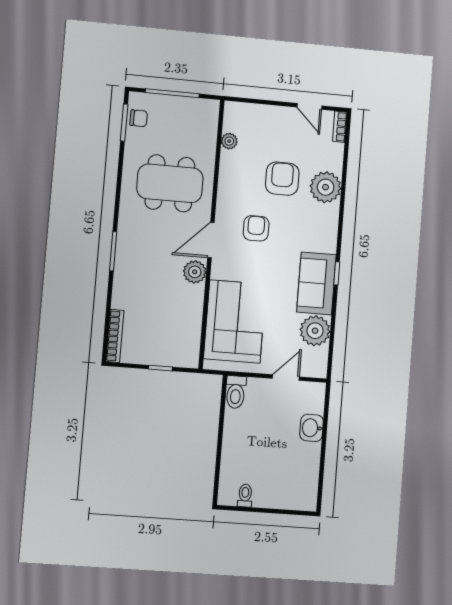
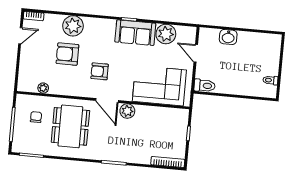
chair: (139, 118) -> (36, 117), moved

